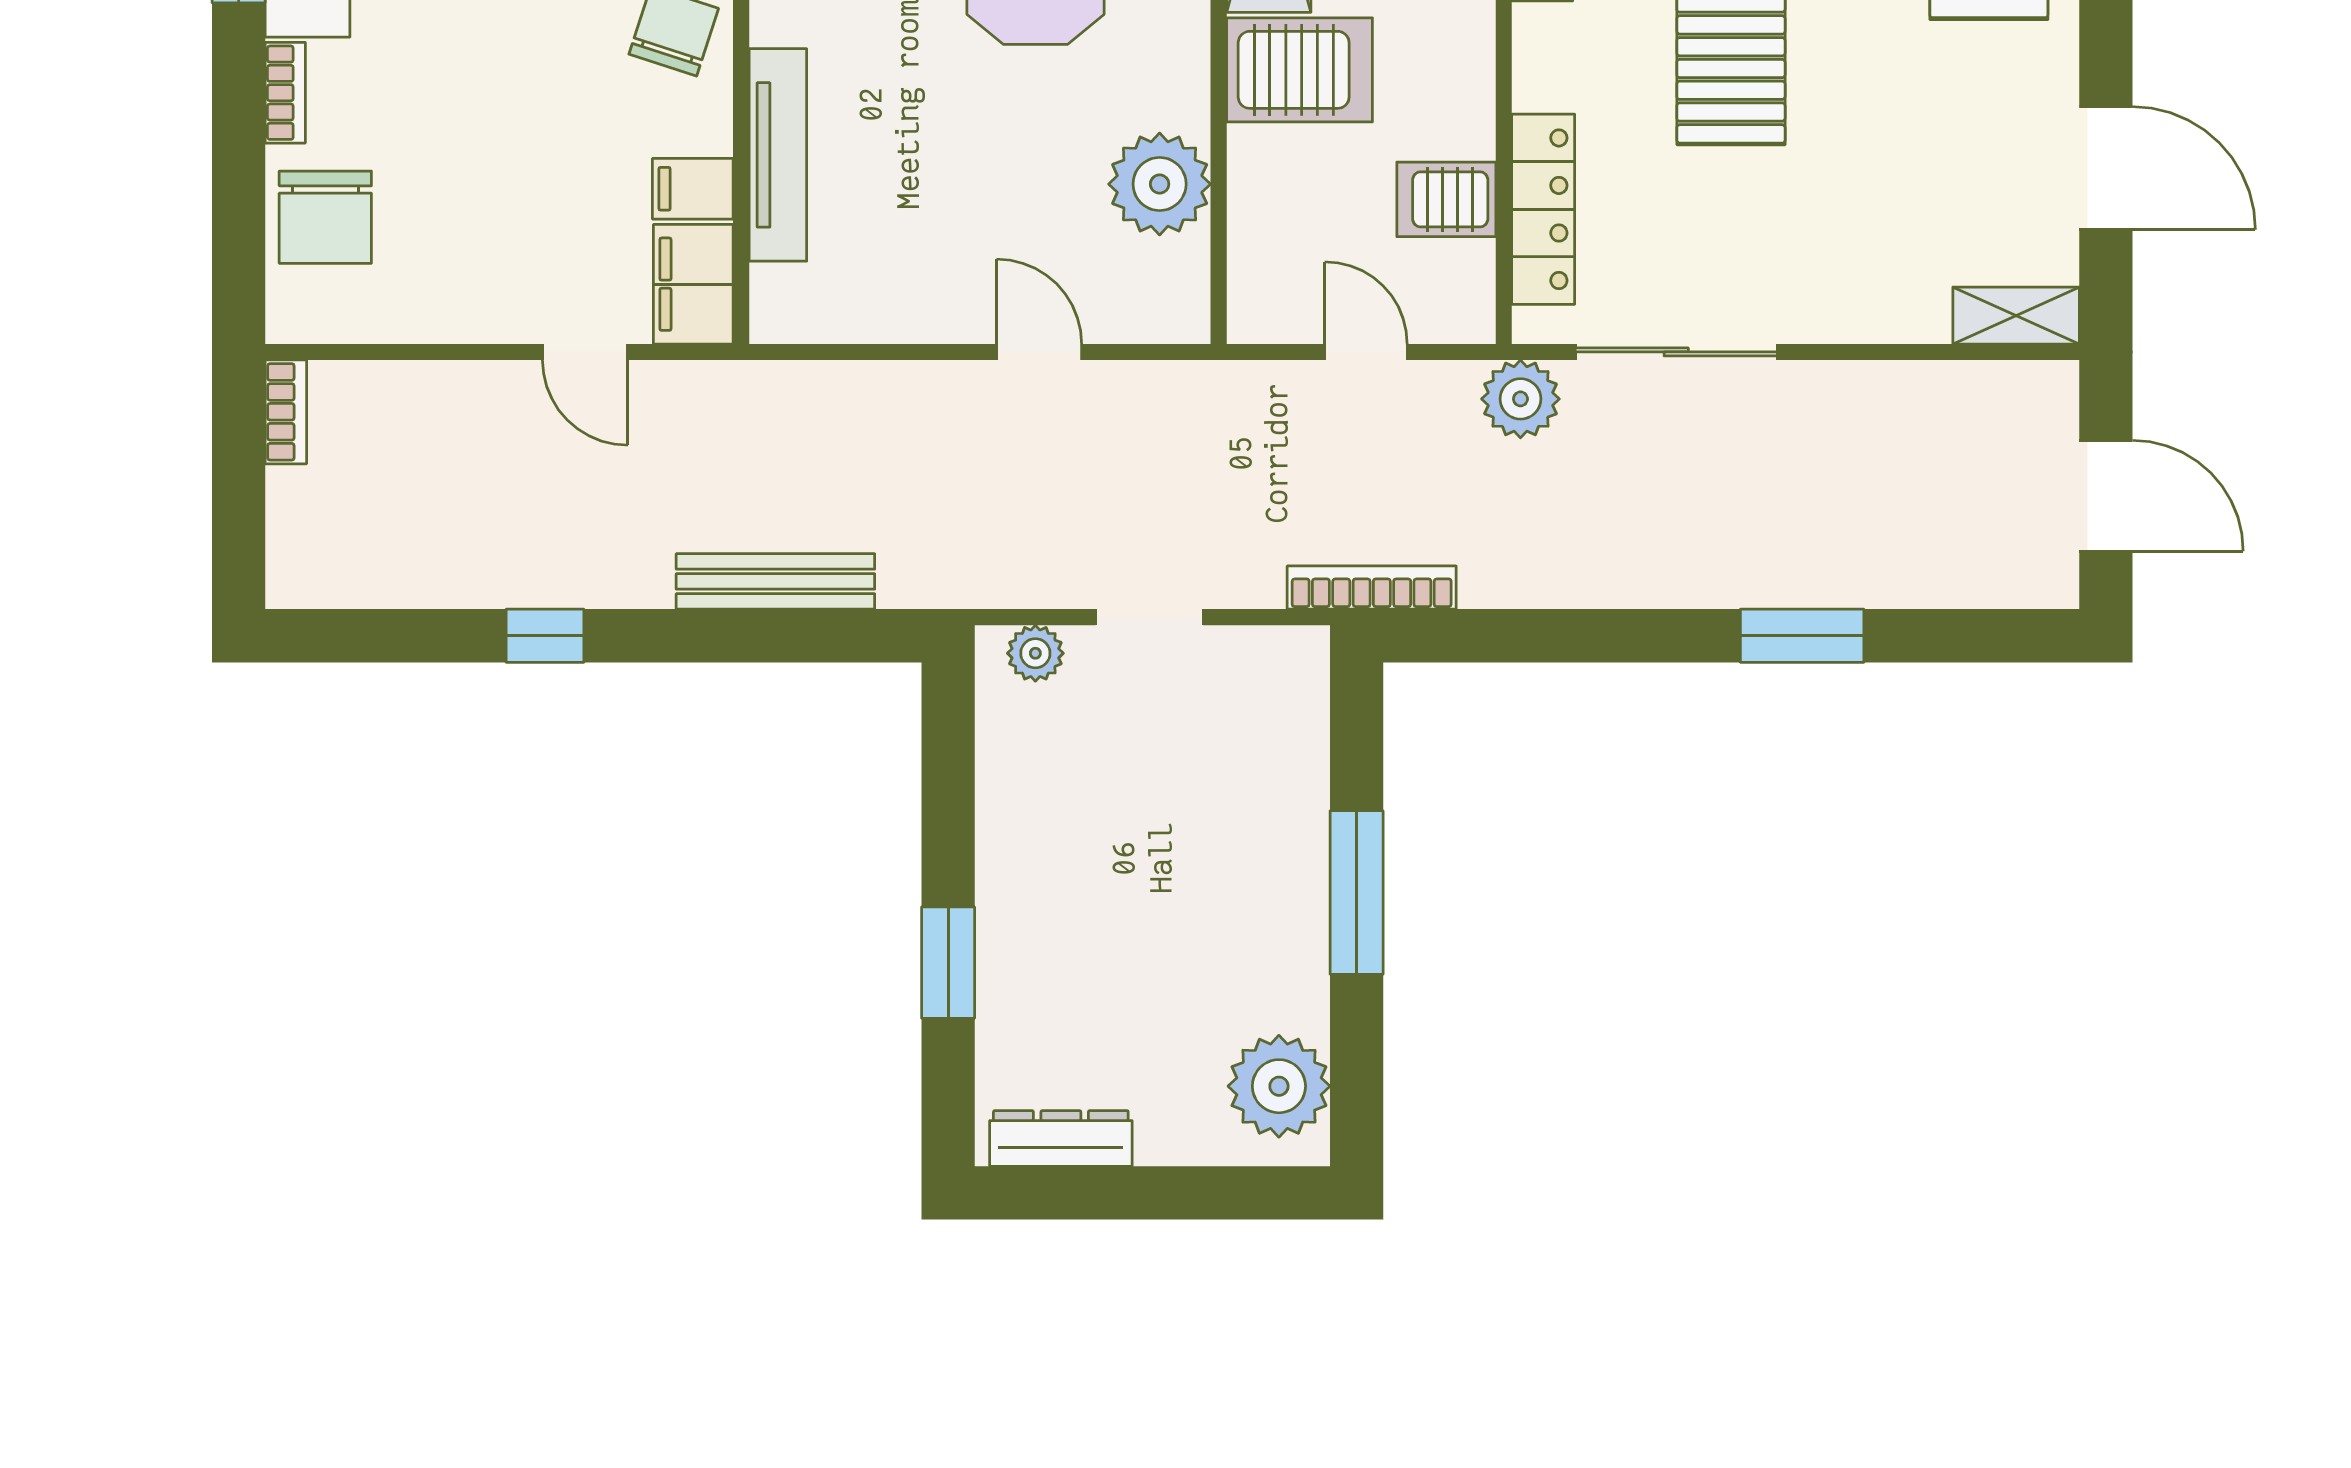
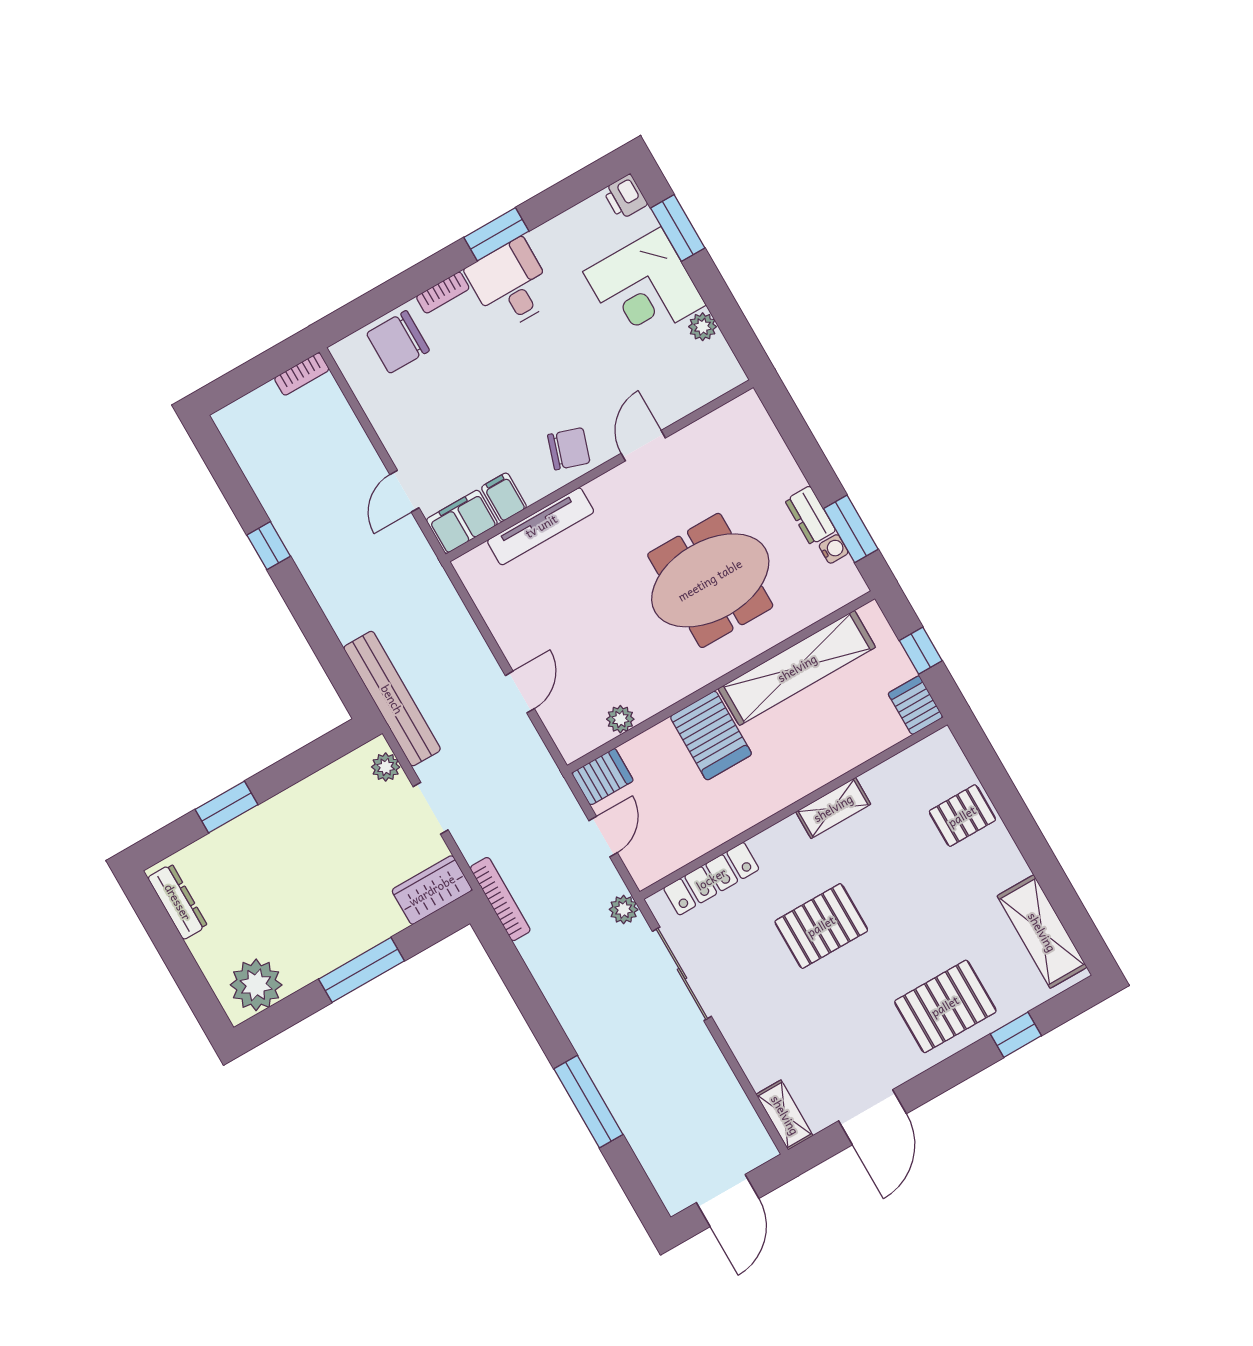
plant: (1160, 184) -> (620, 719), width x0.53, depth x0.53
server rack: (1446, 199) -> (602, 777), moved, turned 90
plant: (1520, 399) -> (624, 909), width x0.73, depth x0.73
bench: (775, 581) -> (392, 699), moved, width x1.37, depth x1.21
window: (1802, 636) -> (588, 1102), width x1.44
wardrobe: (1290, 695) -> (432, 890), added

